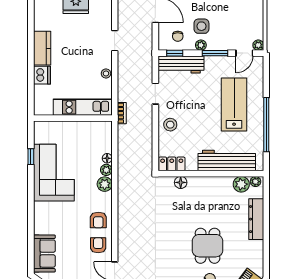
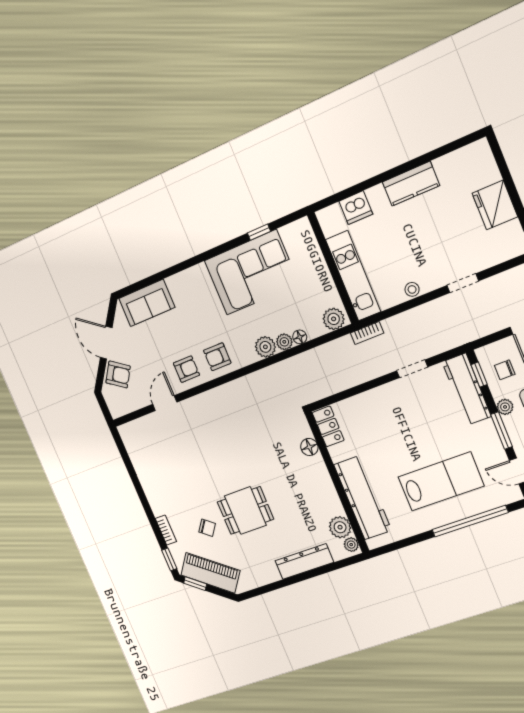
dishwasher: (42, 75) -> (356, 208), moved
stool: (170, 125) -> (379, 405), removed
window: (266, 125) -> (470, 521), moved
plant: (104, 131) -> (334, 319), added

